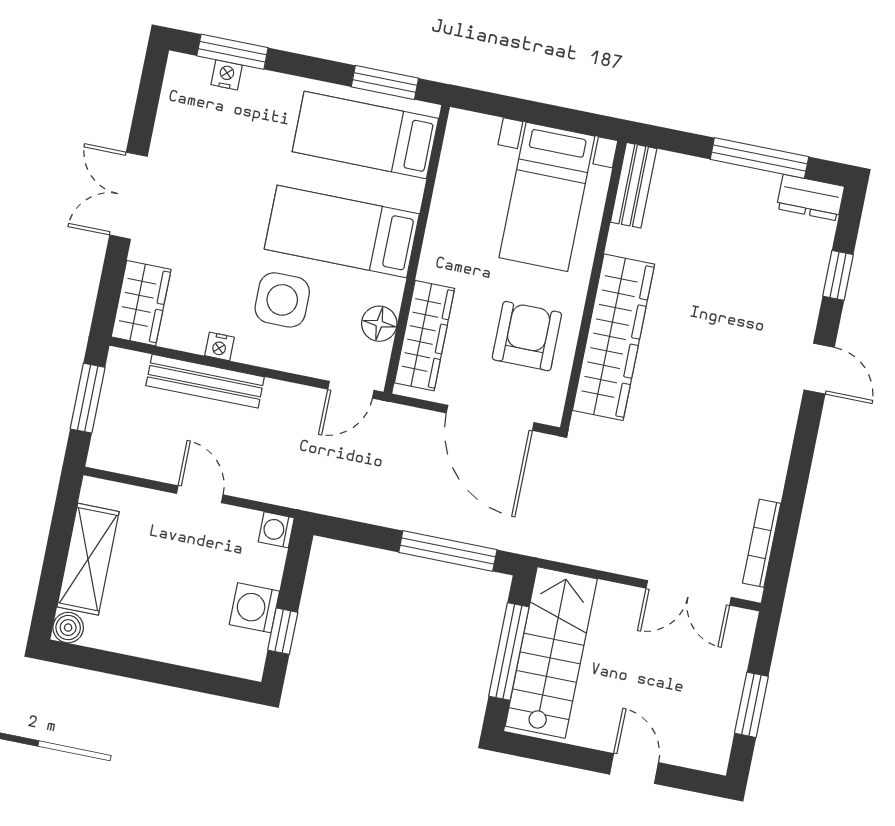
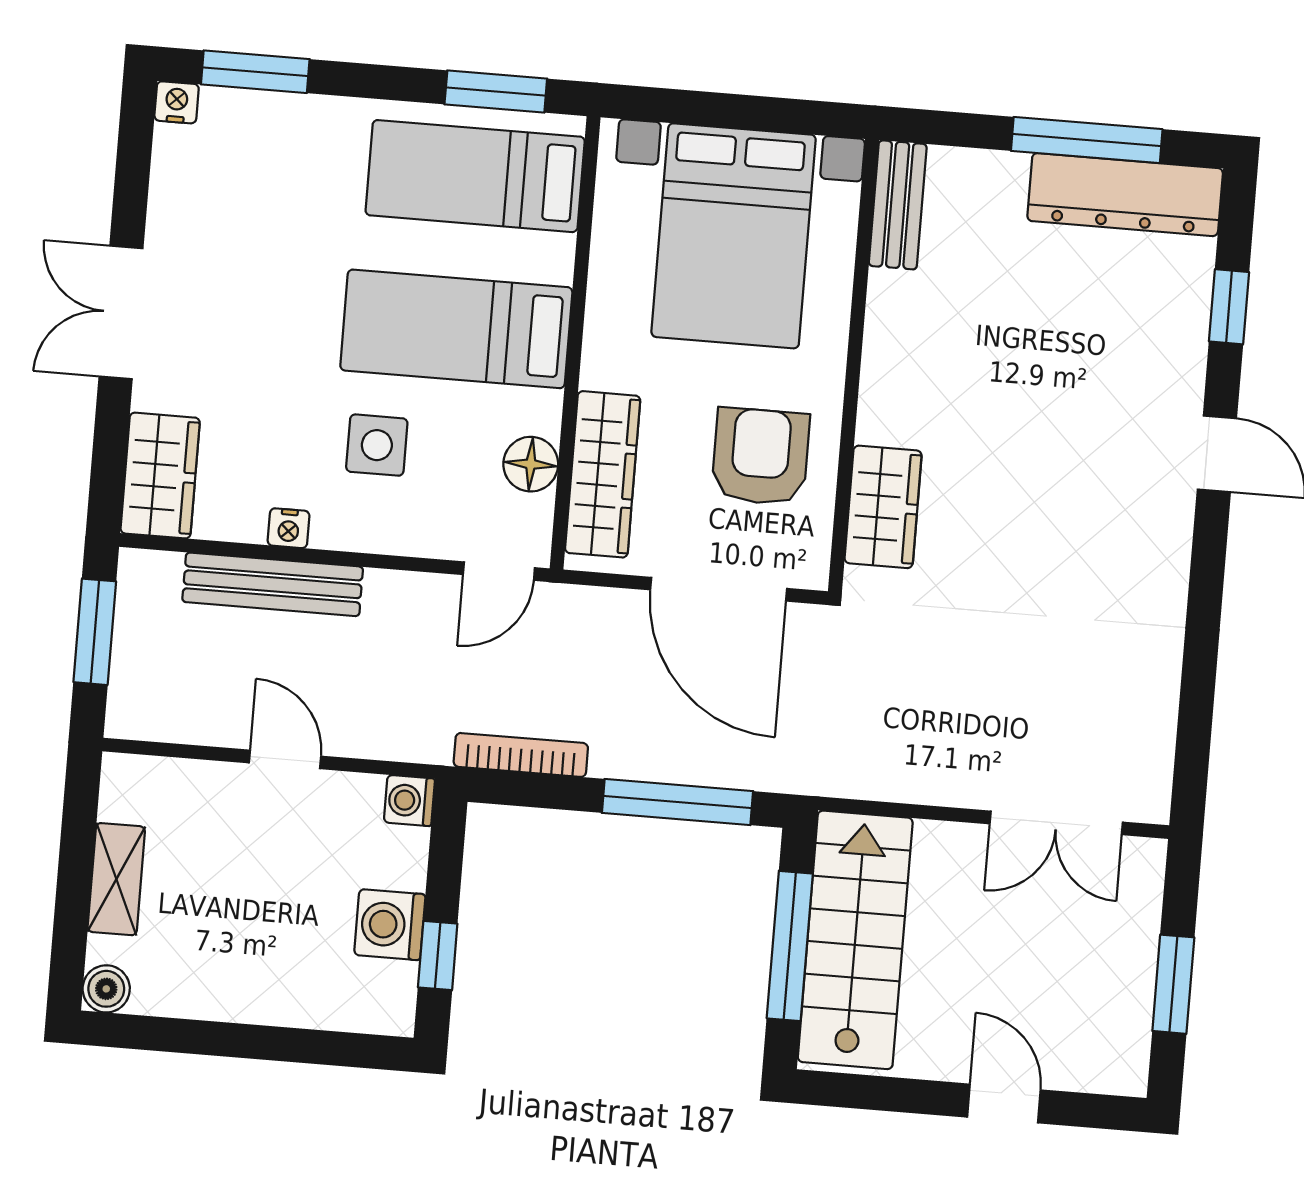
nightstand: (227, 75) -> (177, 102), moved
bed with nightstands: (547, 197) -> (734, 236), width x1.36
dresser: (810, 198) -> (1125, 195), width x1.96, depth x1.24
side table: (282, 300) -> (377, 445), width x0.73, depth x0.73
wardrobe: (614, 337) -> (883, 507), width x0.48, depth x0.85
bookcase: (762, 543) -> (521, 755), moved, turned 90
shelving: (88, 559) -> (116, 879), width x0.67, depth x0.75

